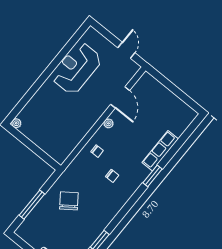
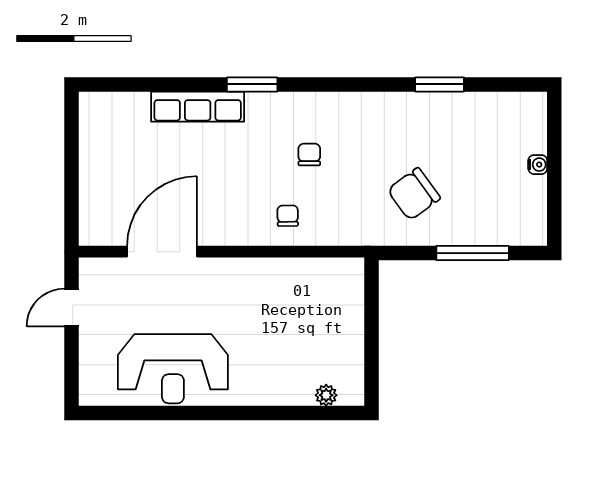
door: (120, 97) -> (162, 252), width x1.36
plant: (16, 123) -> (326, 395), moved
plant: (108, 123) -> (223, 235), removed

